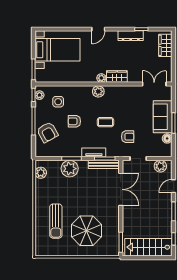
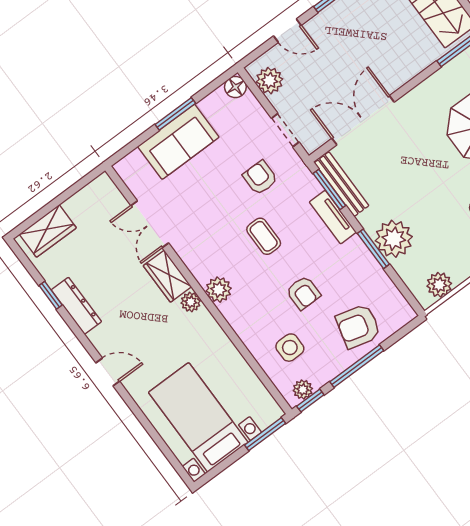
double door: (154, 84) -> (150, 224), moved
armchair: (47, 132) -> (358, 326), turned -136
floor lamp: (167, 138) -> (235, 87), moved

